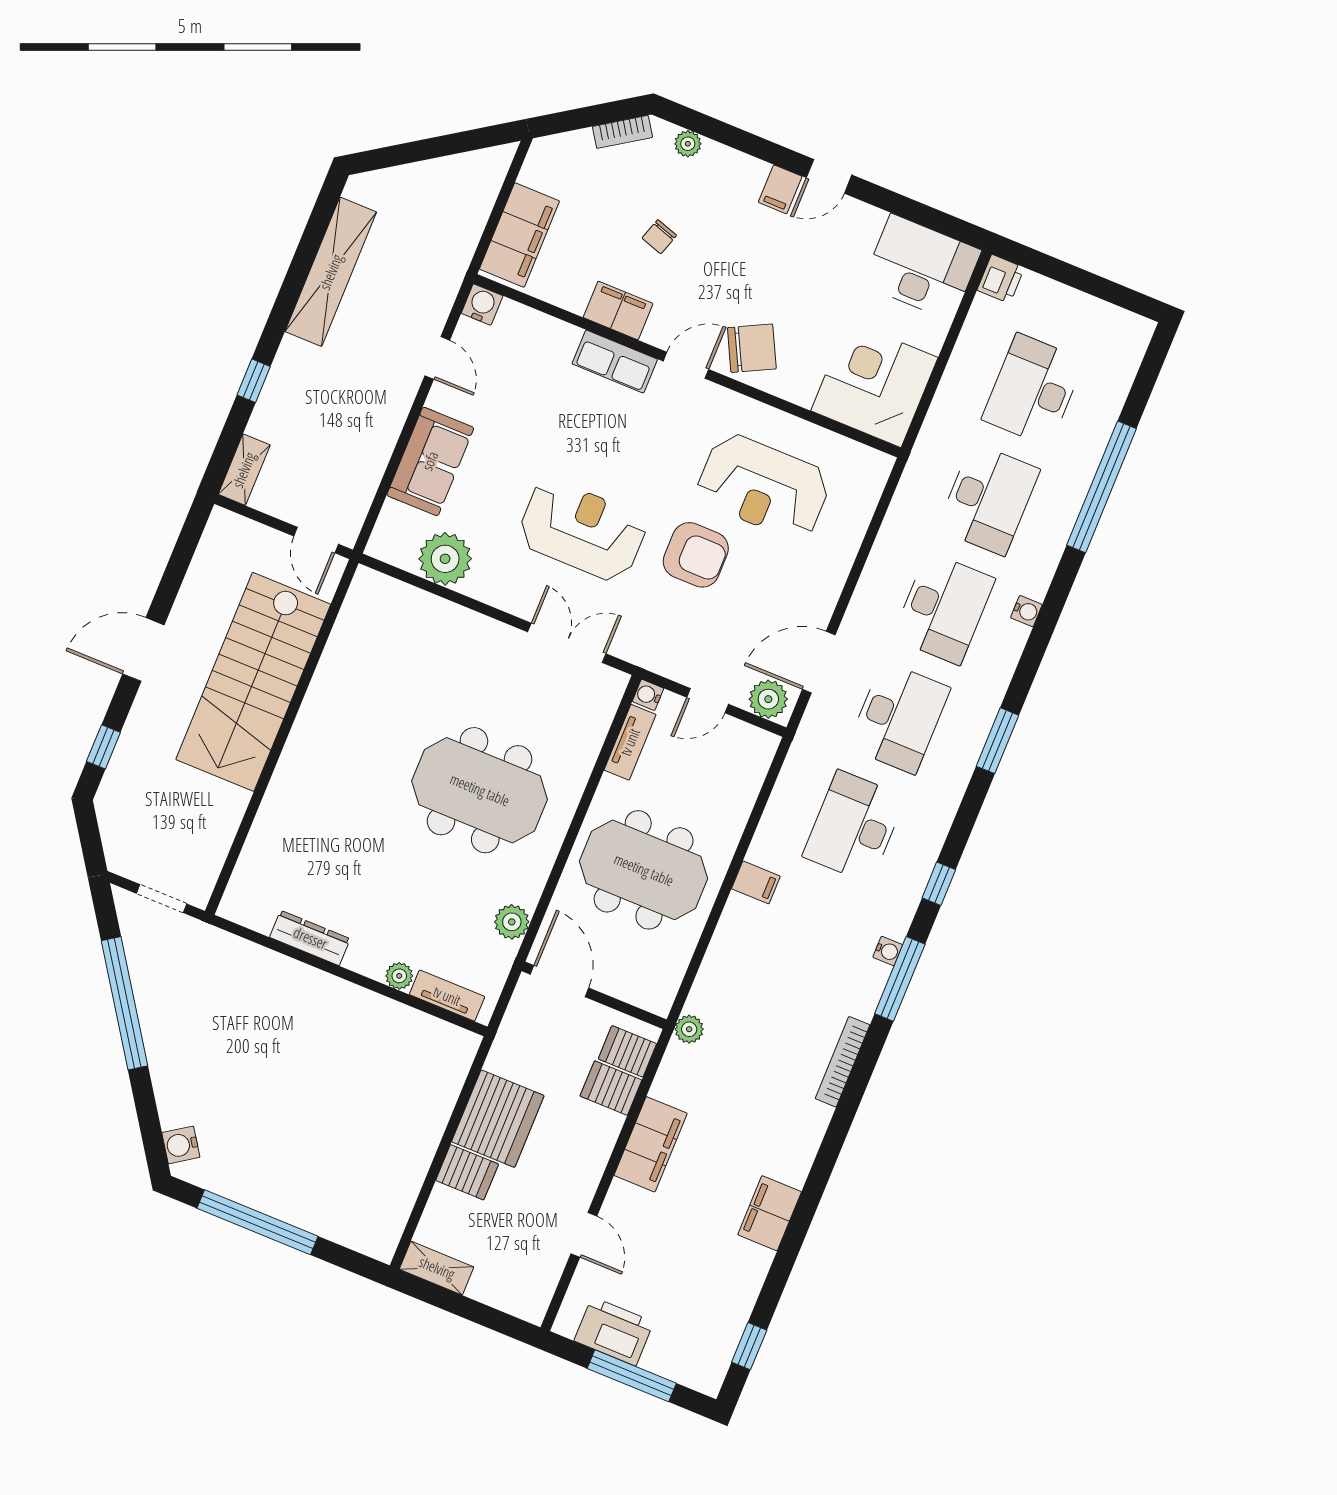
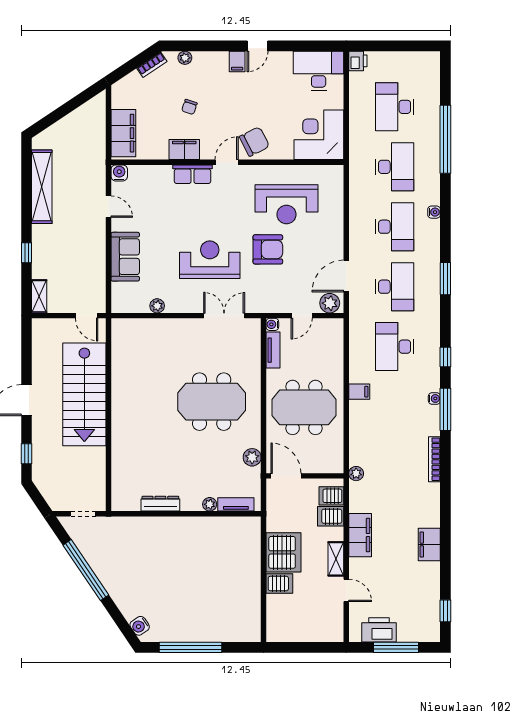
plant: (445, 559) -> (157, 306), width x0.53, depth x0.53
shelving: (437, 1268) -> (336, 559), moved, turned 90

